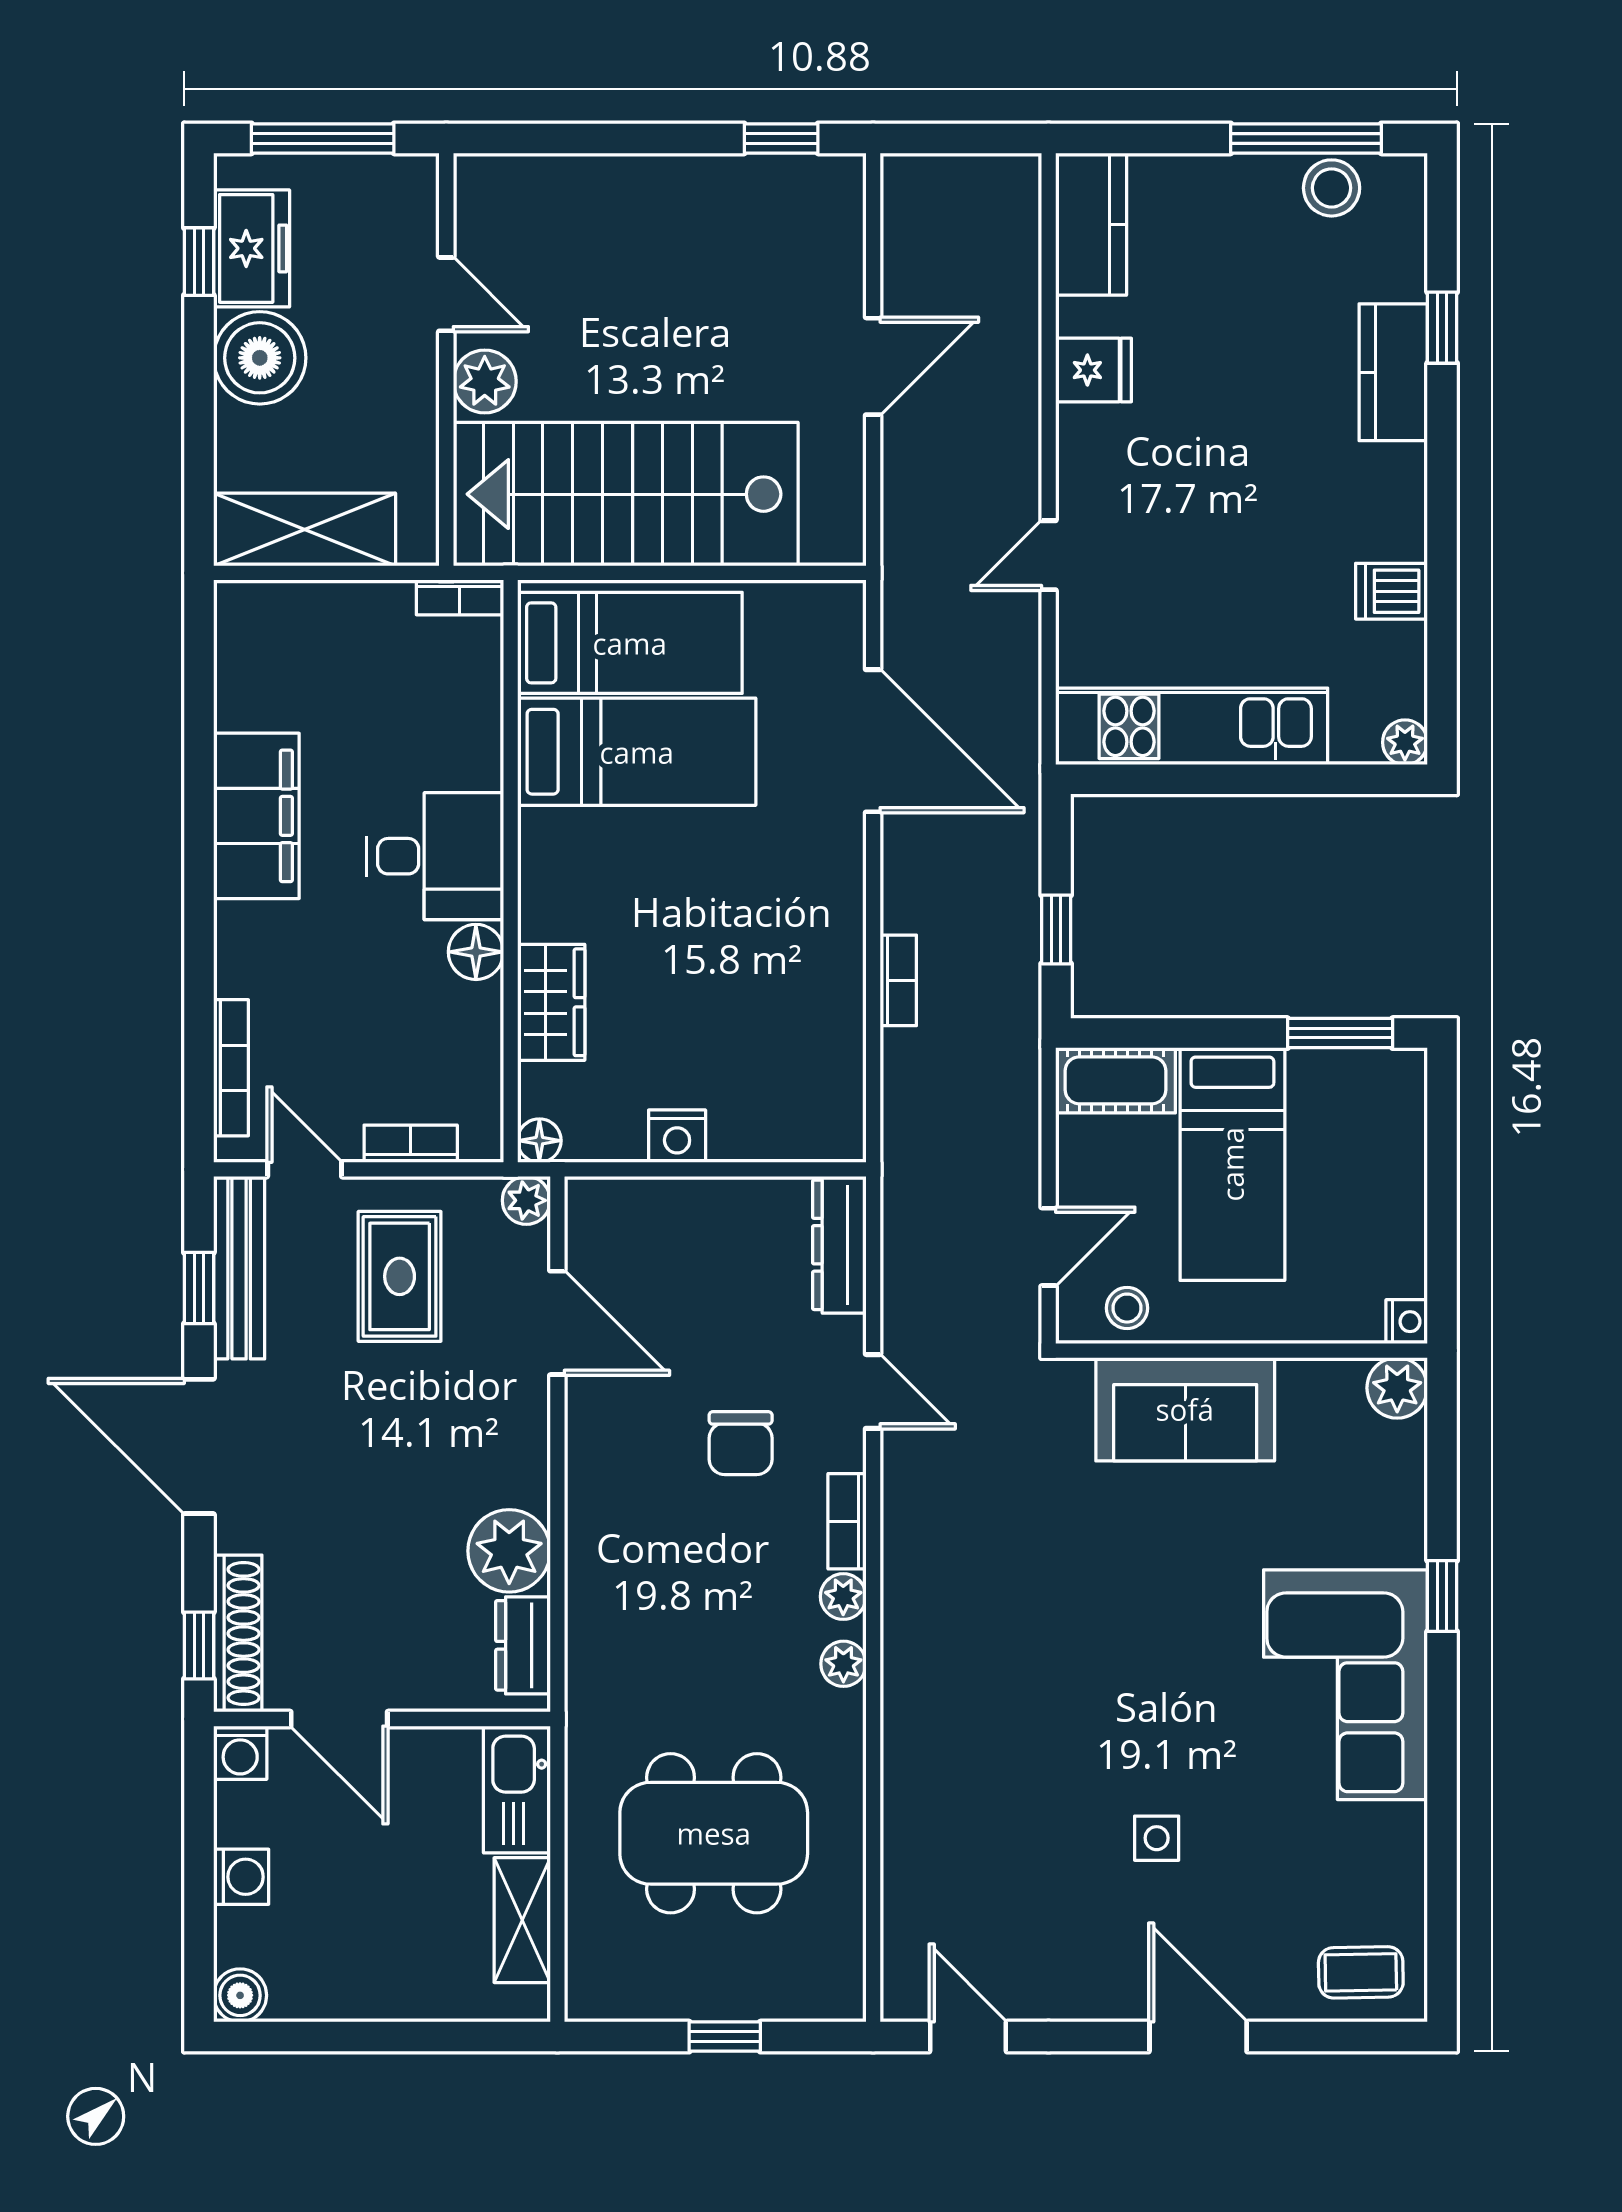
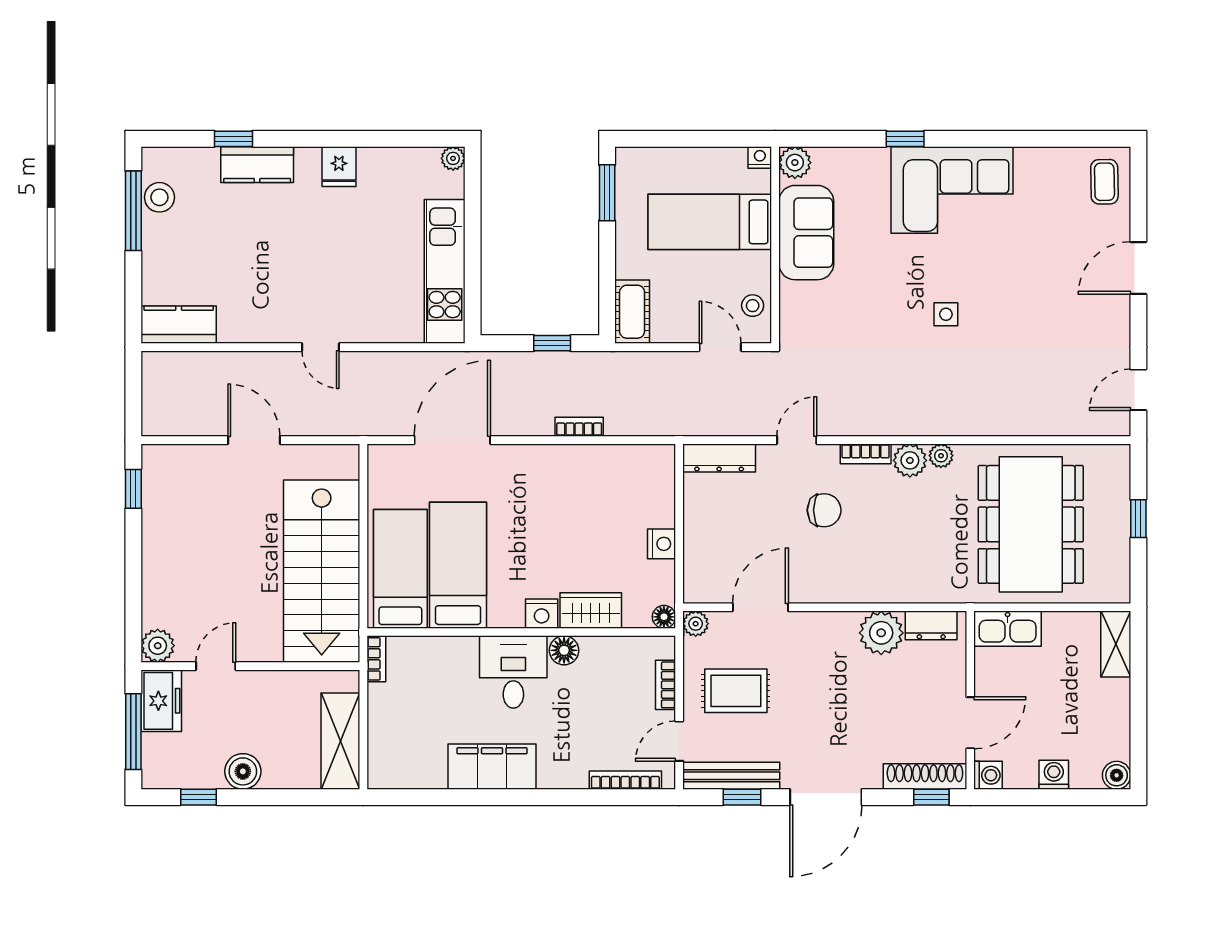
freezer: (252, 248) -> (161, 701), moved, turned 90
boiler: (260, 358) -> (243, 771), width x0.73, depth x0.73
fridge: (1093, 370) -> (339, 167), moved, turned 180
plant: (485, 381) -> (158, 646), moved
door: (1049, 555) -> (321, 347), moved
dishwasher: (1392, 591) -> (373, 166), removed
nightstand: (545, 909) -> (542, 614), added
bed: (1232, 1164) -> (710, 222), moved, turned 180
sofa: (1185, 1409) -> (806, 233), moved
plant: (843, 1597) -> (910, 460), width x1.38, depth x1.38
dining table: (714, 1833) -> (1031, 524), width x1.36, depth x1.24
side table: (1157, 1838) -> (946, 314), moved
shelving: (522, 1920) -> (1116, 644), moved, turned 90

